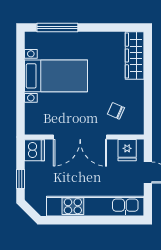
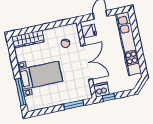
bed with nightstands: (56, 76) -> (41, 75), moved, turned 90
window: (20, 104) -> (74, 105), added
window: (20, 179) -> (109, 97), moved

